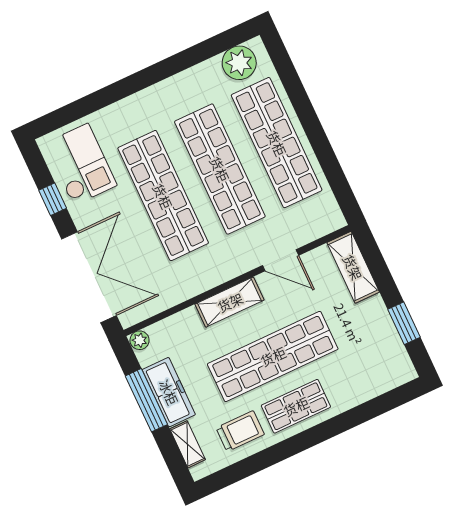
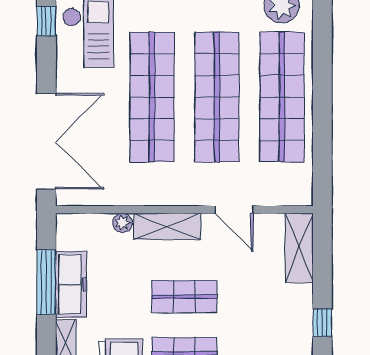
window: (53, 199) -> (46, 21), moved
window: (404, 323) -> (322, 323), width x0.67
plant: (140, 340) -> (122, 223), moved
shop shelf: (273, 356) -> (184, 297), width x0.50, depth x0.74

